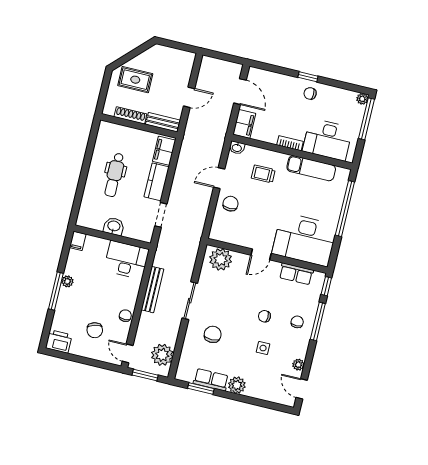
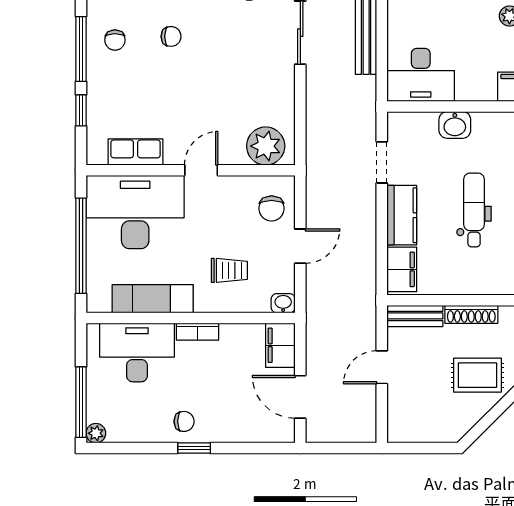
desk: (305, 239) -> (135, 212), moved
door: (261, 254) -> (201, 170), moved
wall: (267, 256) -> (191, 170), moved
plant: (221, 259) -> (266, 146), moved
row of seats: (296, 274) -> (136, 152), moved

